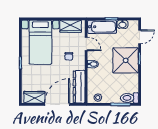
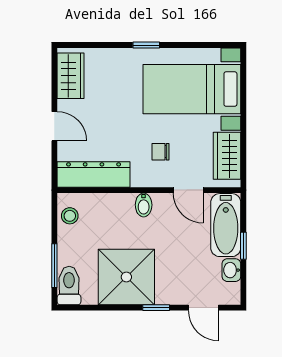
door: (86, 44) -> (188, 190), hinge flipped
shower: (126, 60) -> (126, 277), moved
door: (57, 104) -> (54, 126), width x0.53

